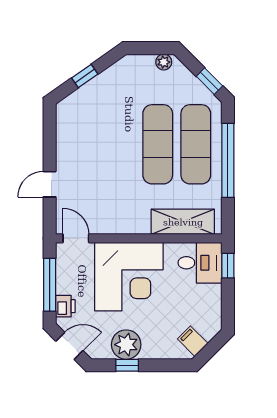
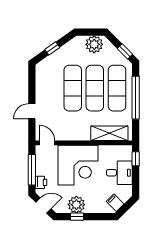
plant: (164, 62) -> (94, 44), width x1.87, depth x1.87
exercise mat: (120, 144) -> (73, 88), added
desk: (200, 263) -> (119, 173), moved

